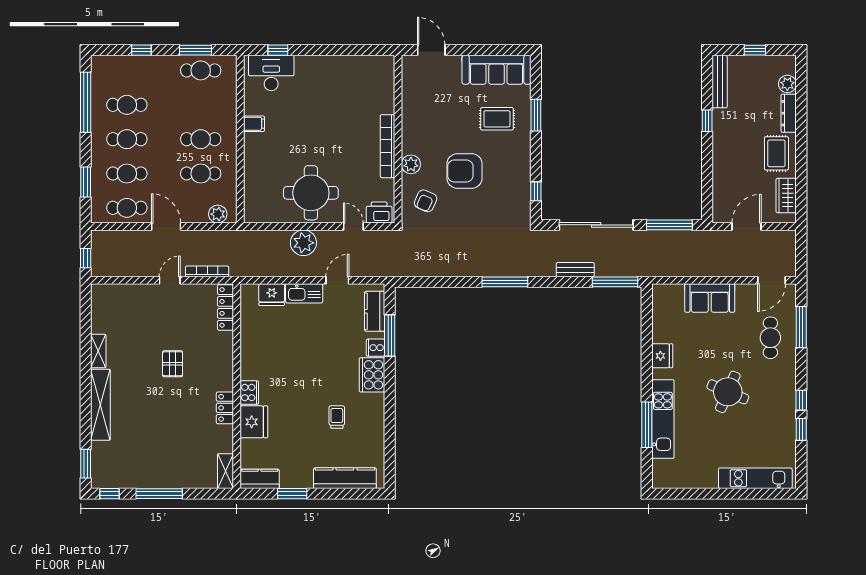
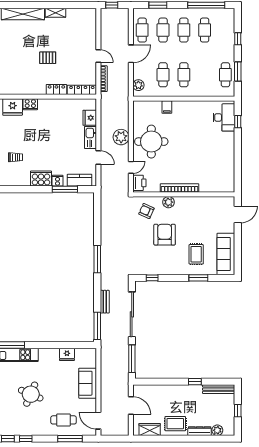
filing cabinet: (254, 124) -> (167, 107), moved
fridge: (662, 356) -> (67, 354), moved
locker: (225, 408) -> (56, 89), moved

